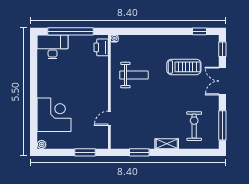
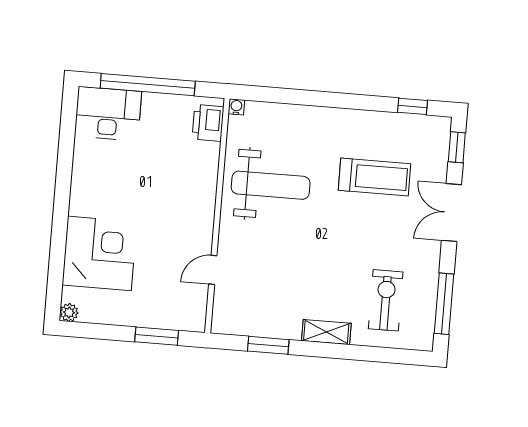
weight bench: (134, 75) -> (271, 185), width x1.36, depth x1.33

